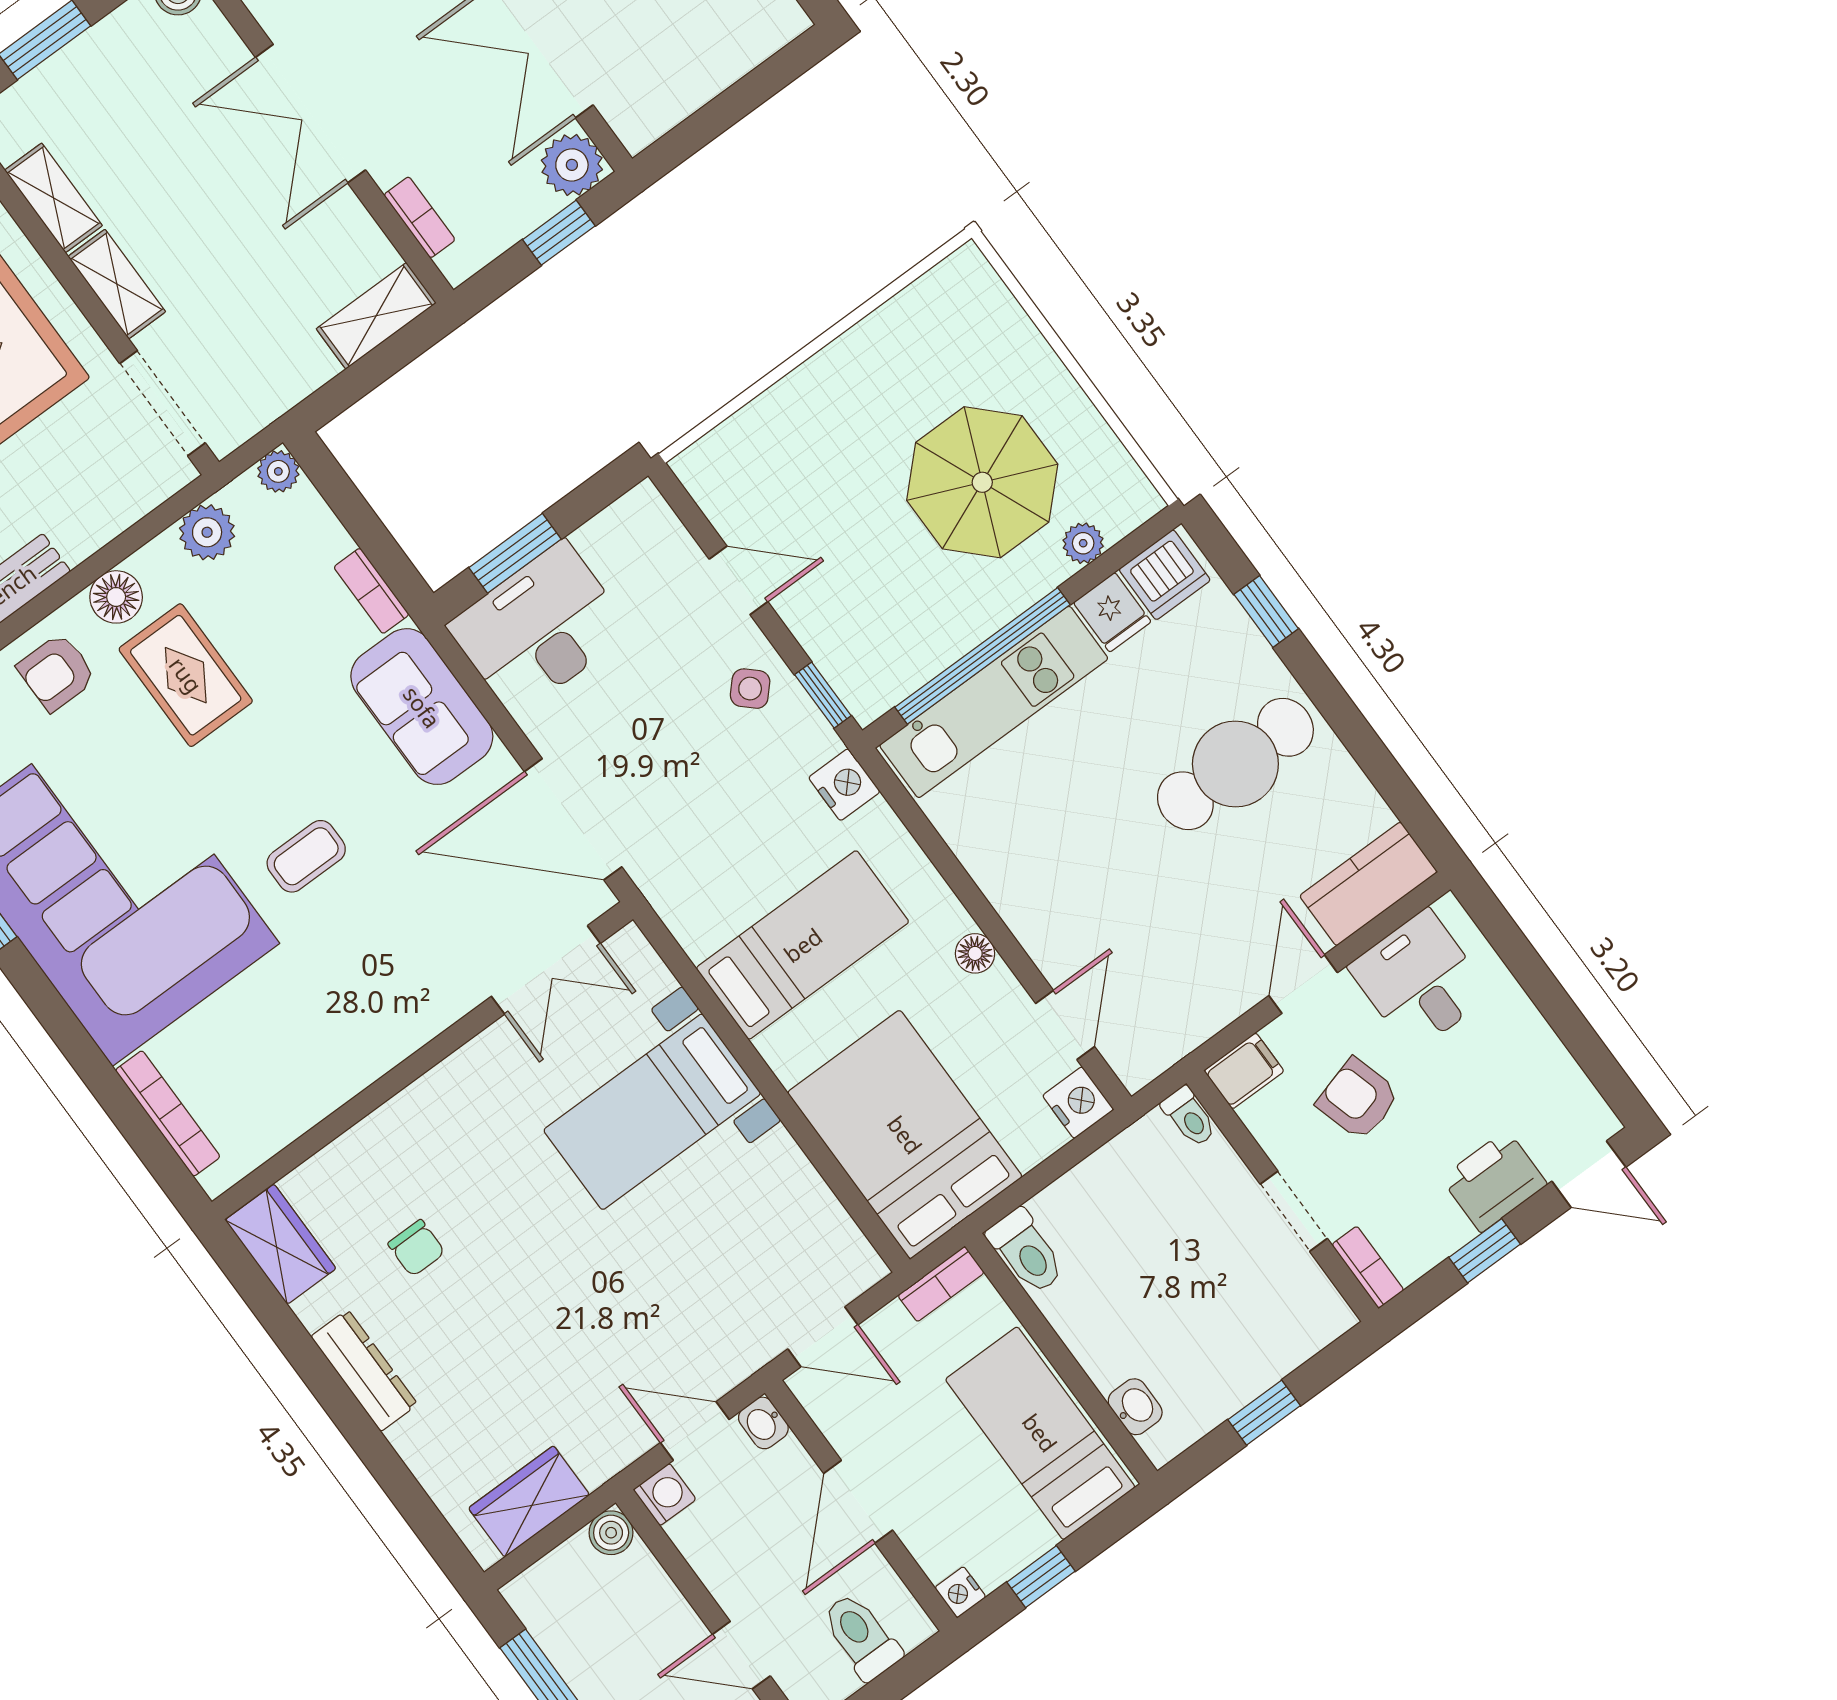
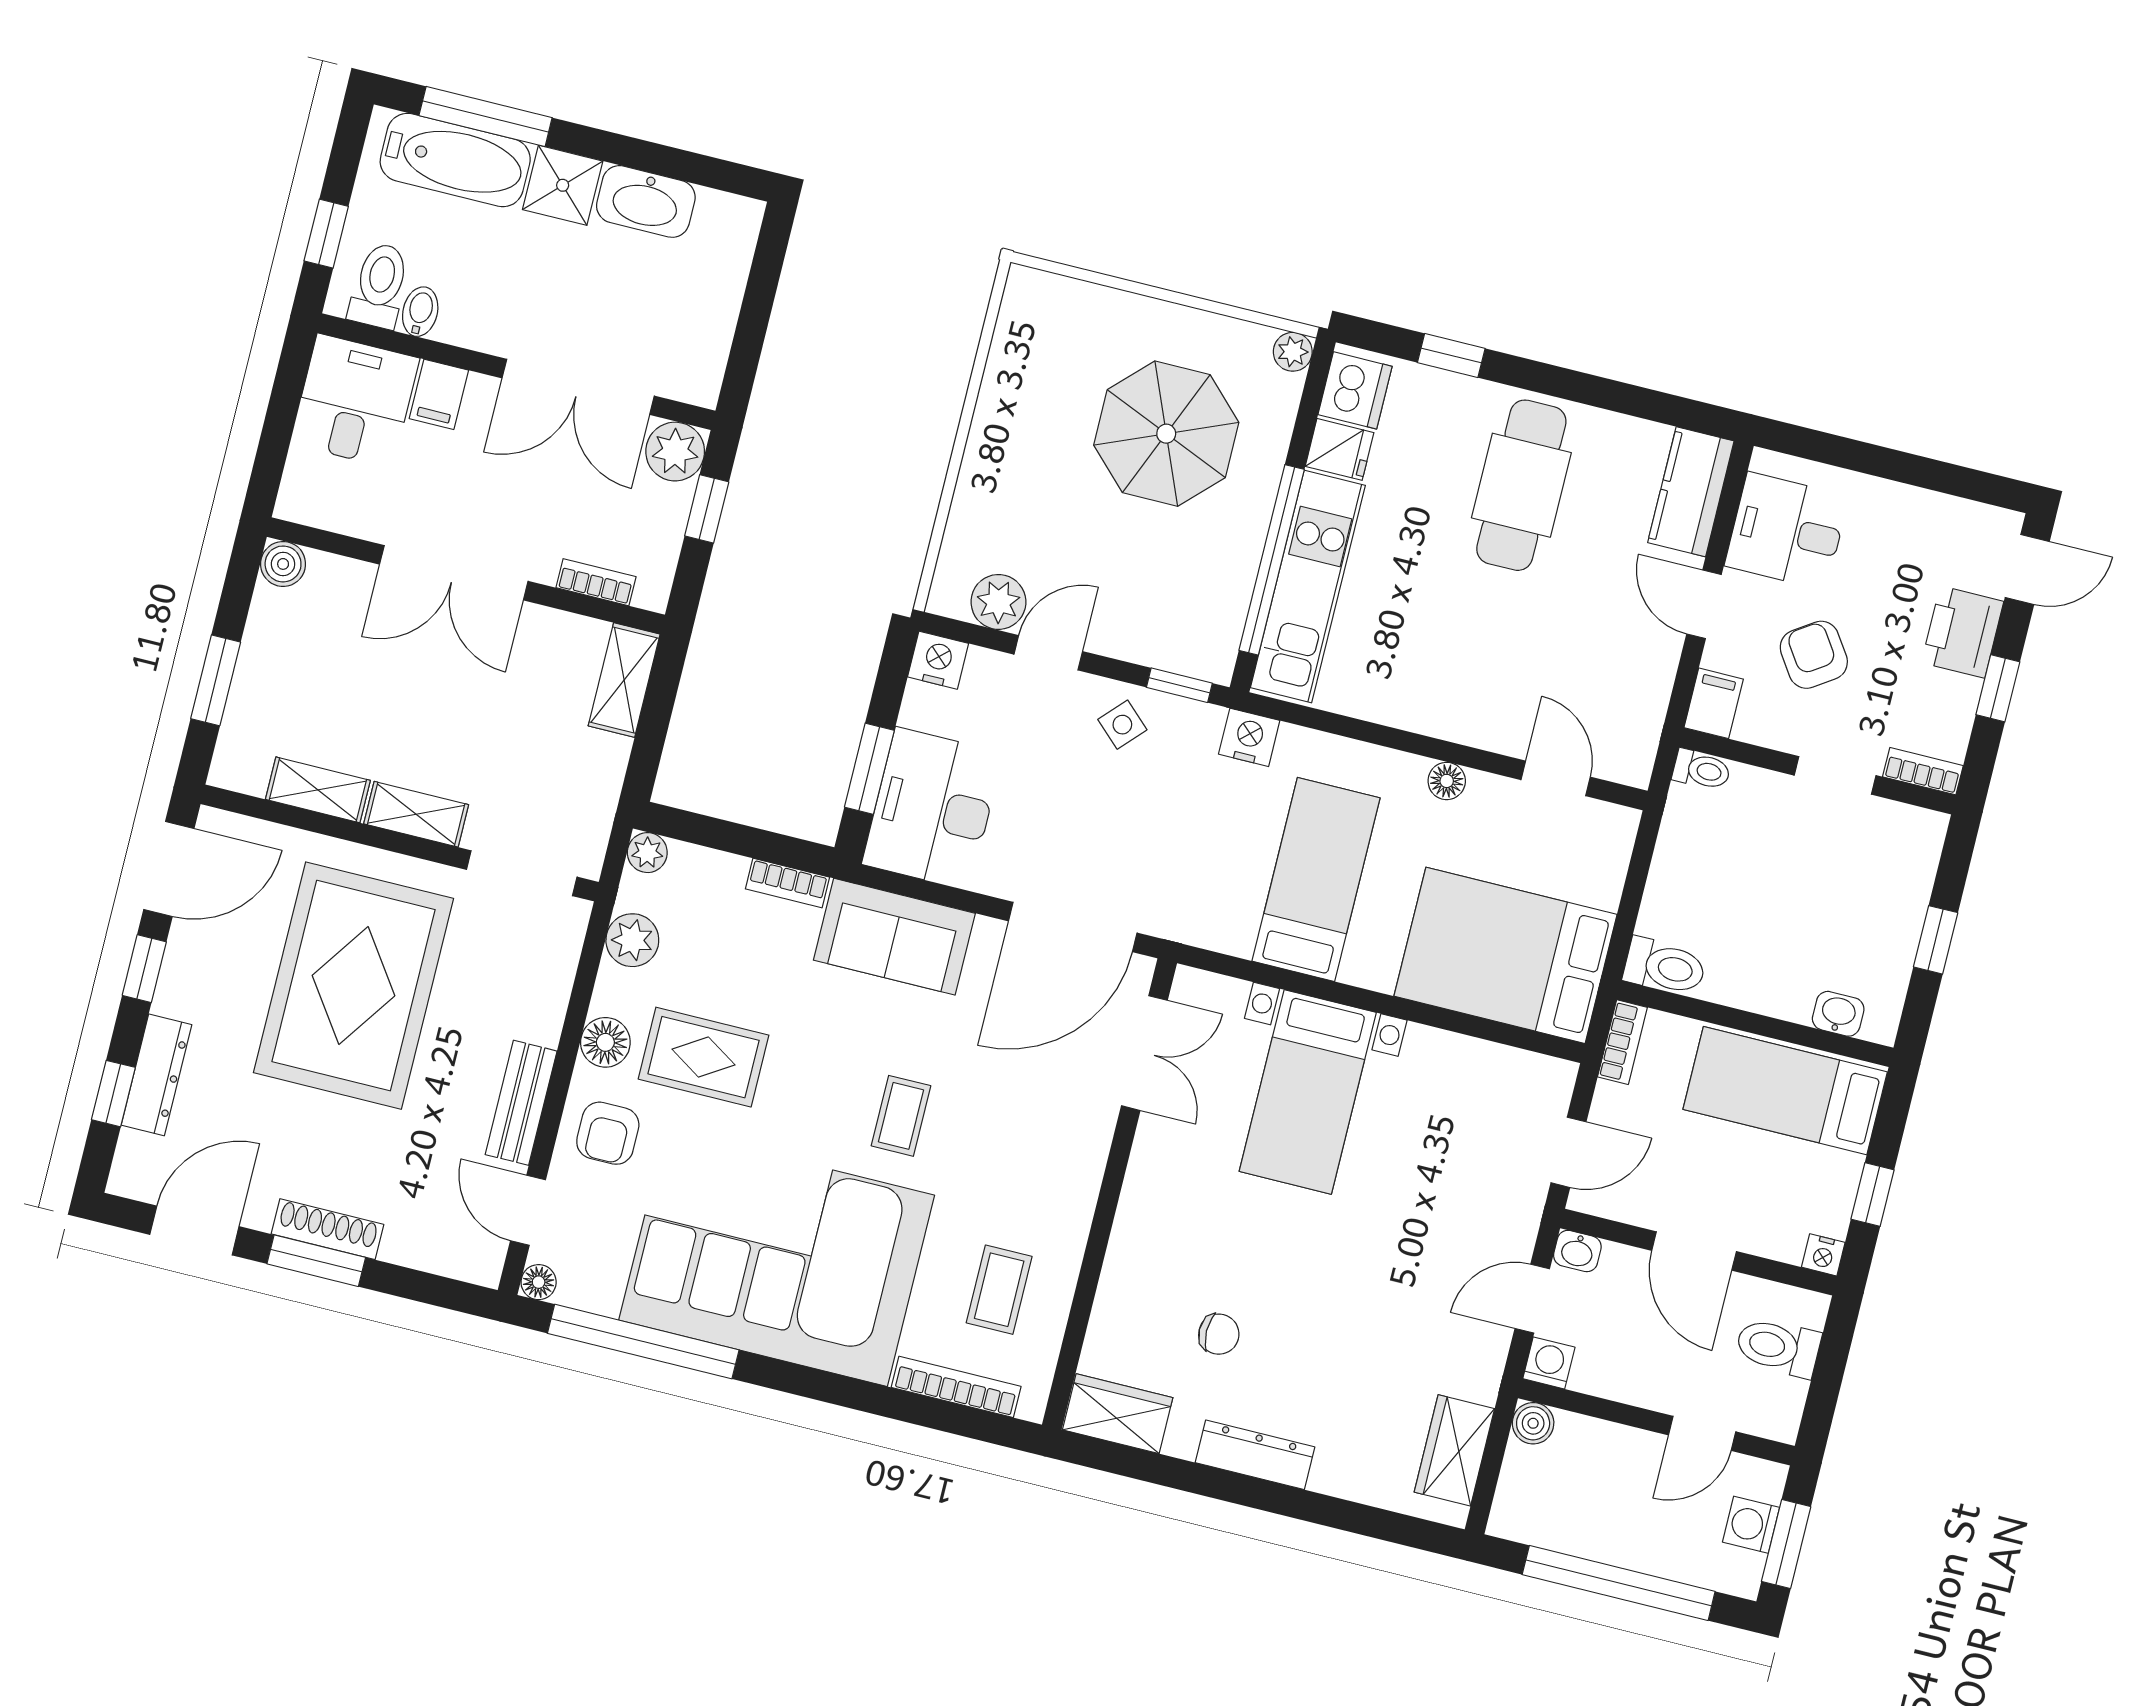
plant: (732, 505) -> (998, 602), added
plant: (1083, 543) -> (1293, 352), moved
coffee table: (268, 1064) -> (999, 1290), added
armchair: (1358, 1099) -> (1814, 655), turned 72
nightstand: (1078, 1103) -> (938, 660), moved

